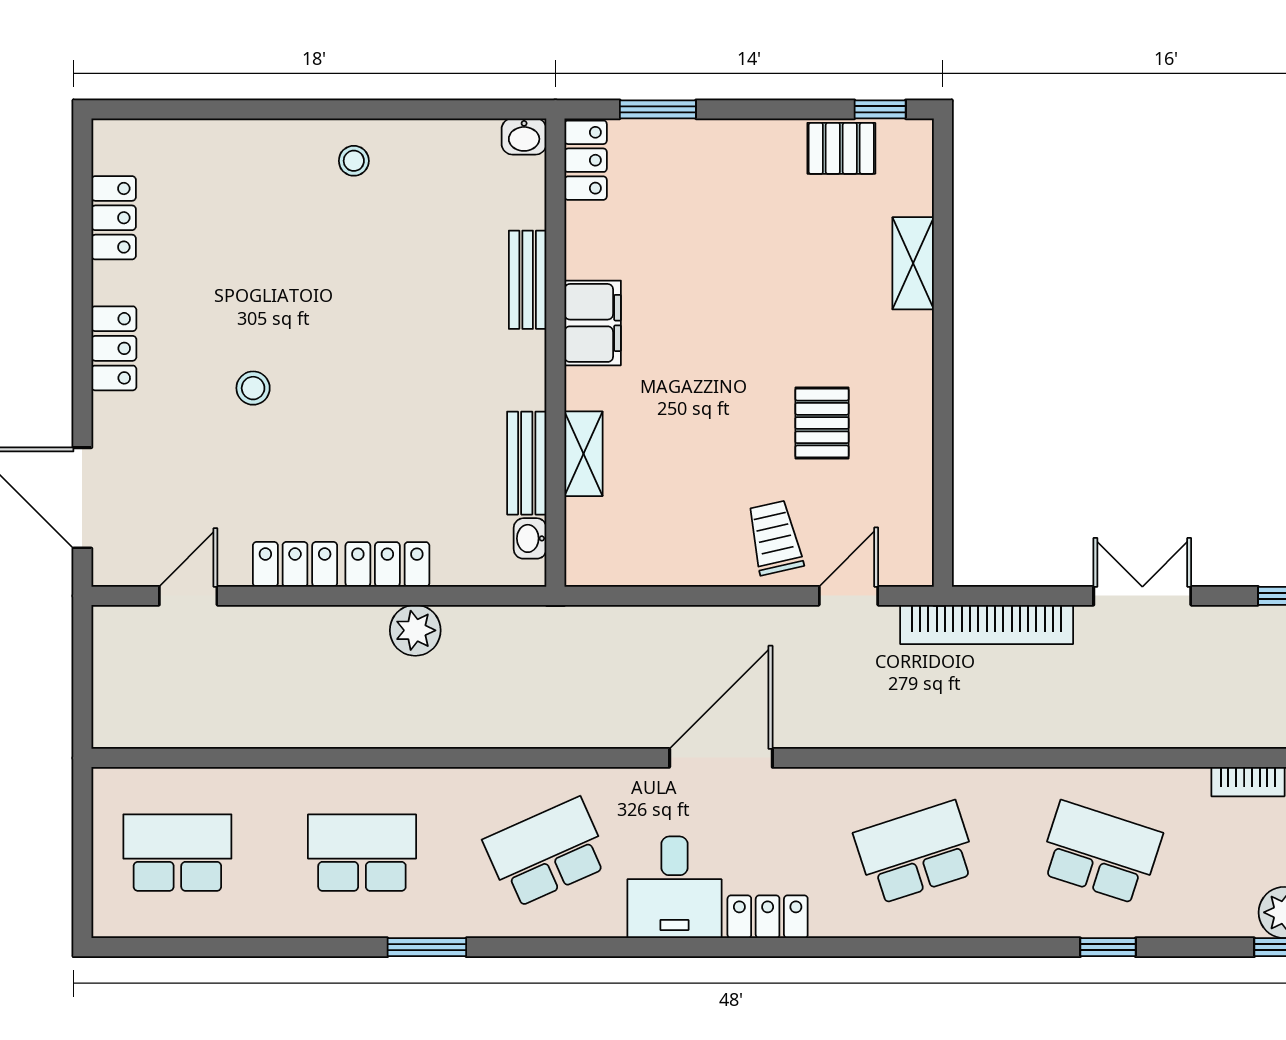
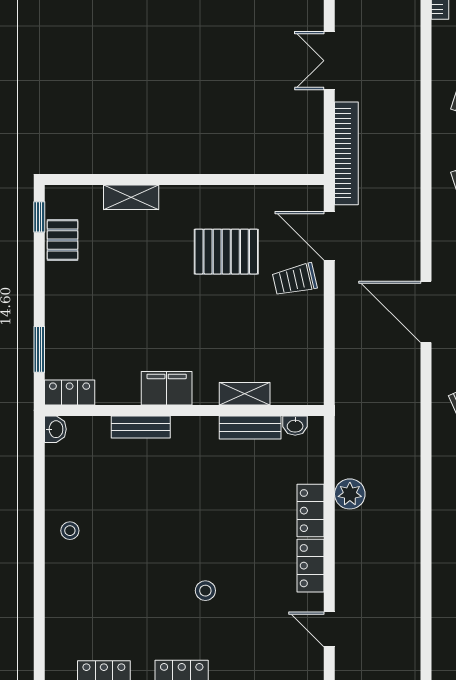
pallet: (822, 423) -> (226, 252), width x1.50, depth x1.42
door: (849, 596) -> (329, 236), width x1.38

